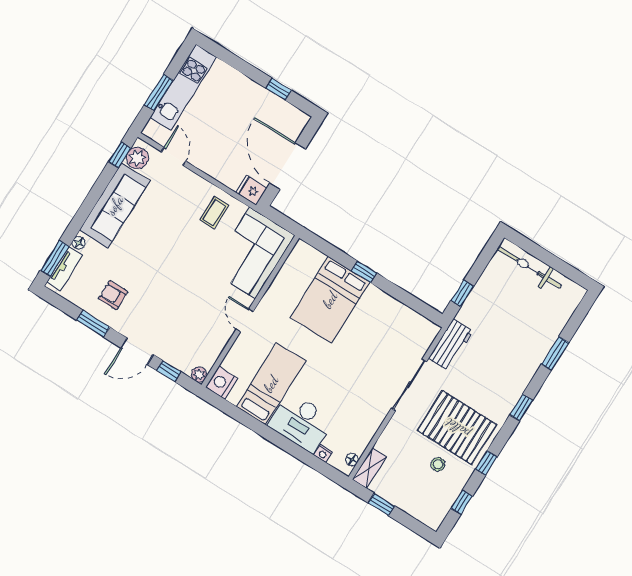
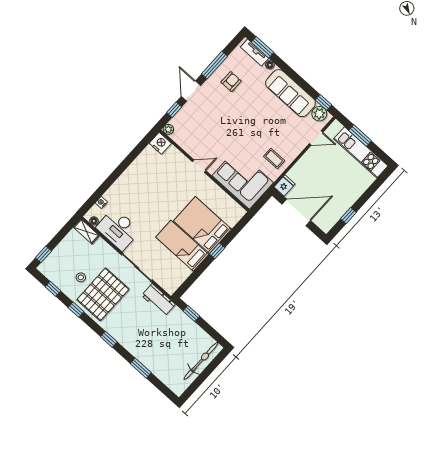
window: (93, 324) -> (215, 65), width x1.44
bed: (271, 384) -> (182, 246), moved, turned 180
desk: (301, 422) -> (118, 229), moved, turned -90
window: (381, 504) -> (43, 254), moved

